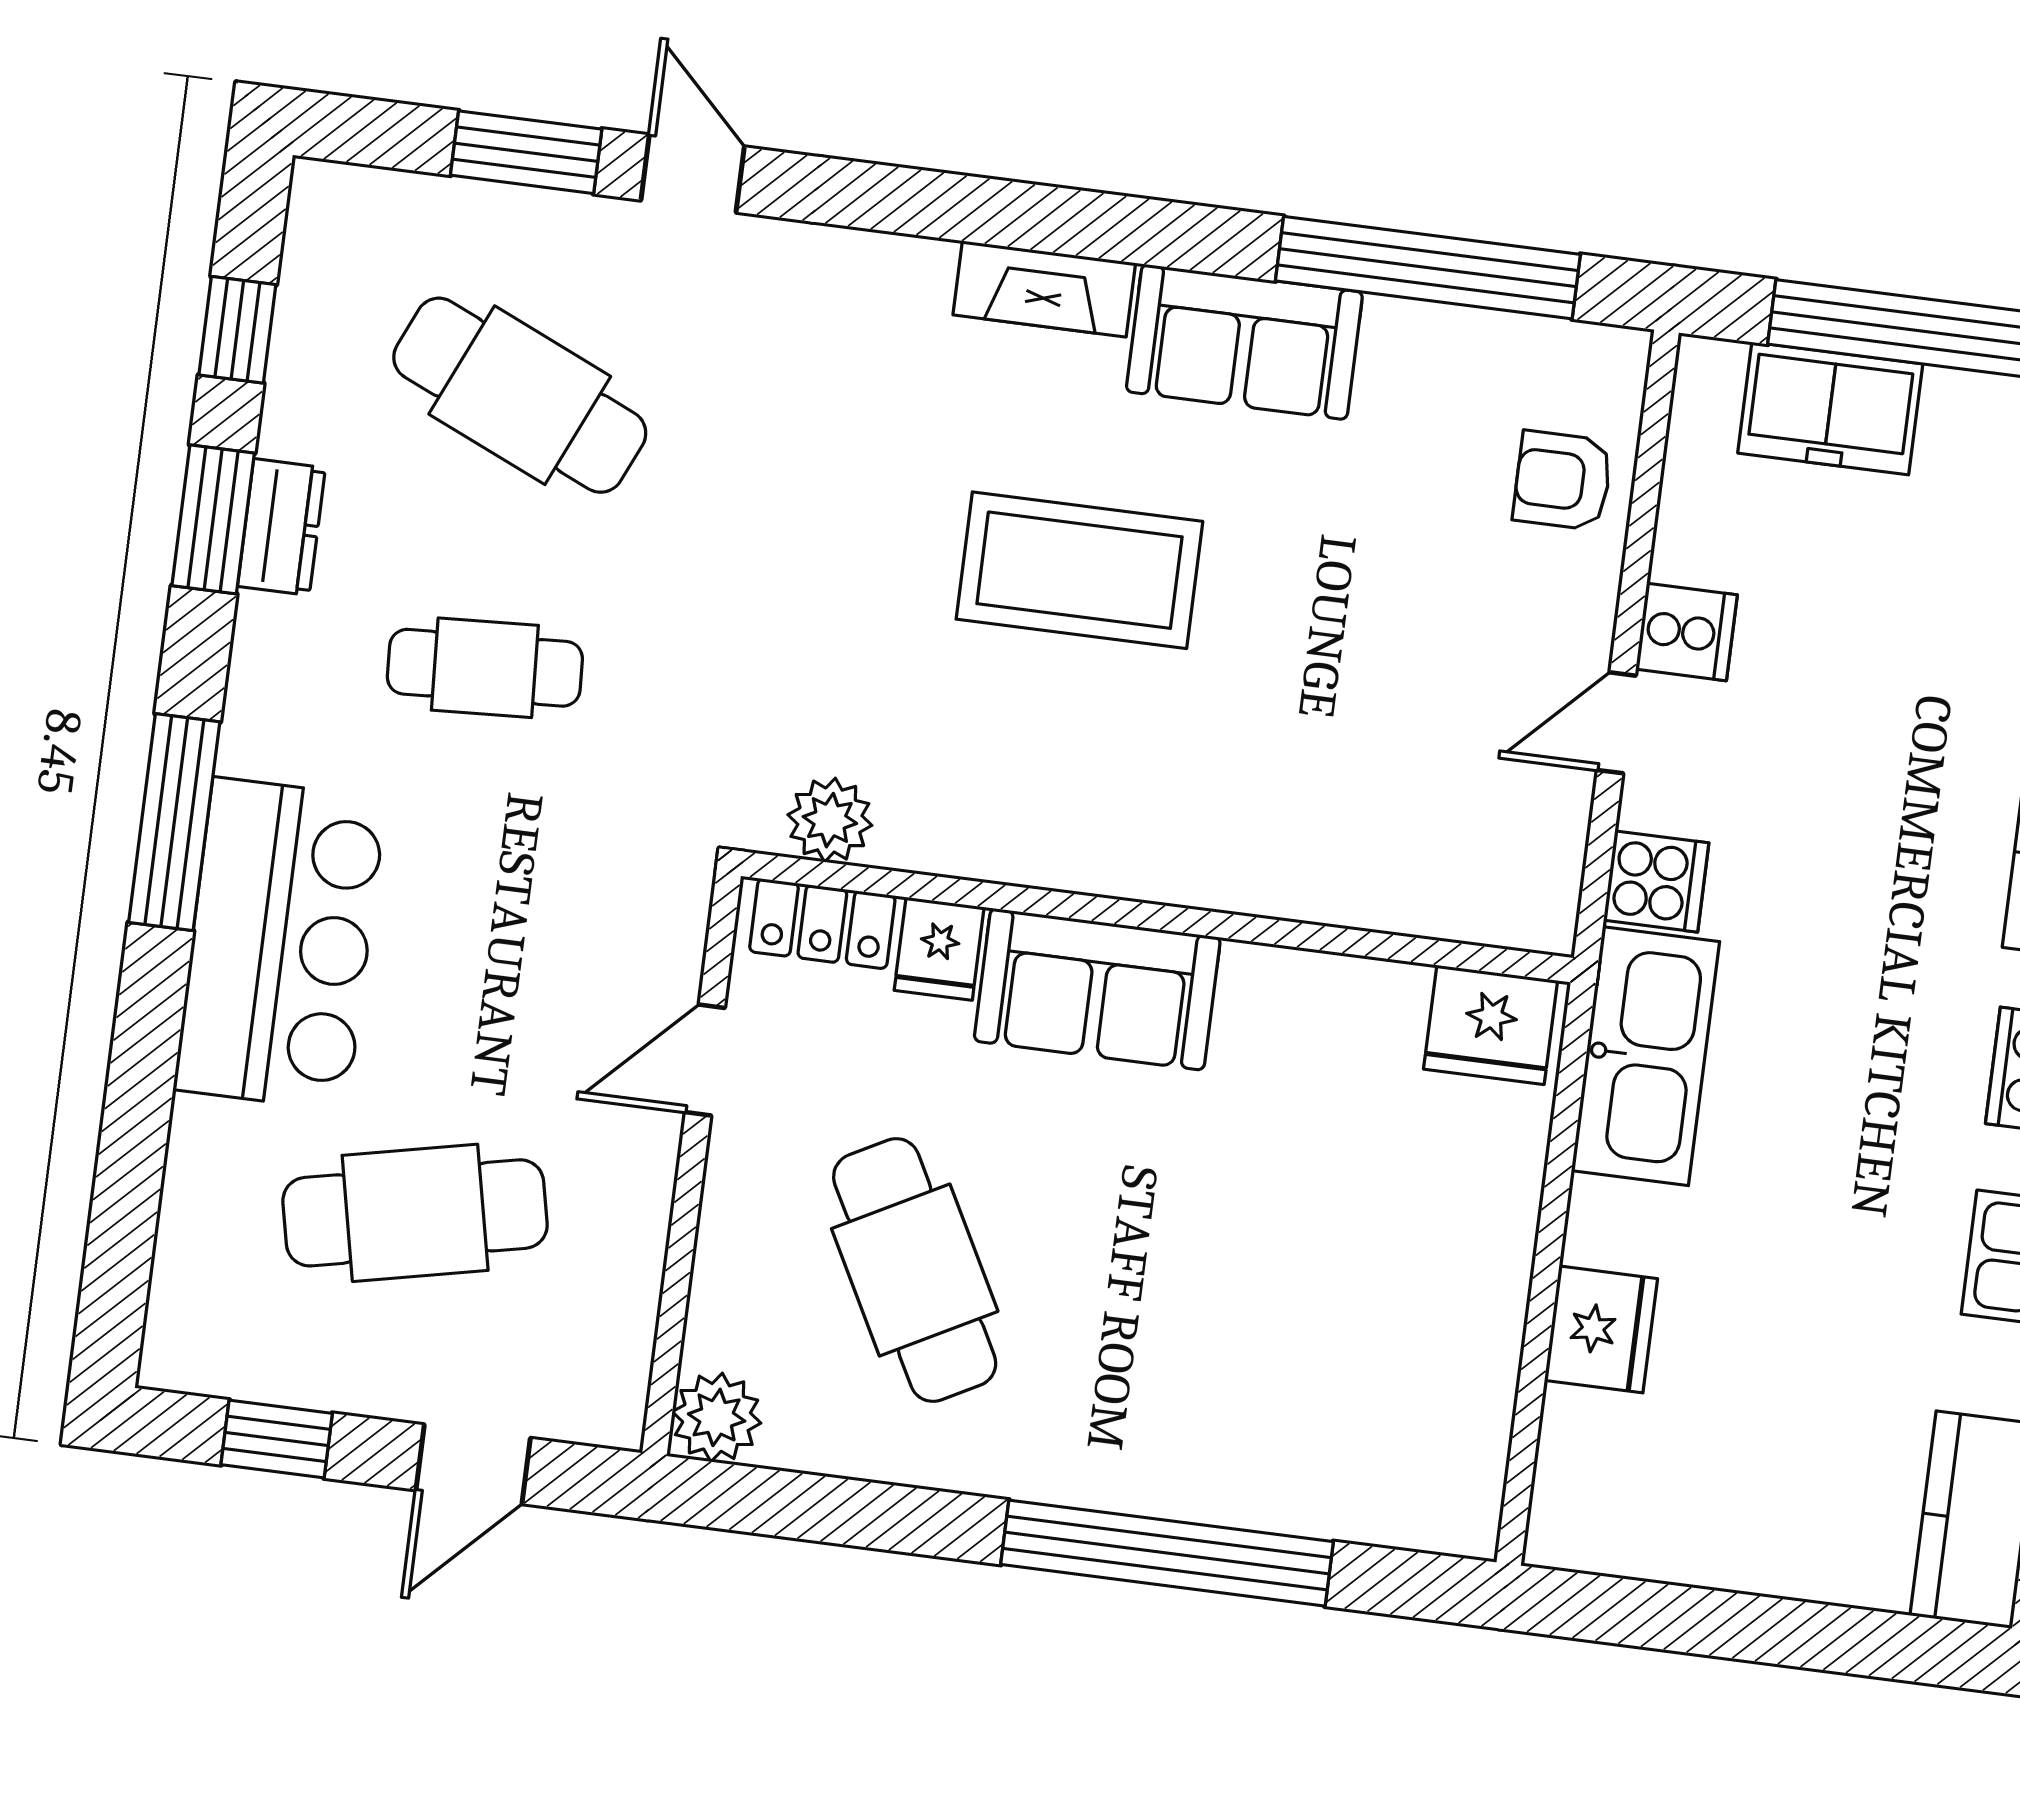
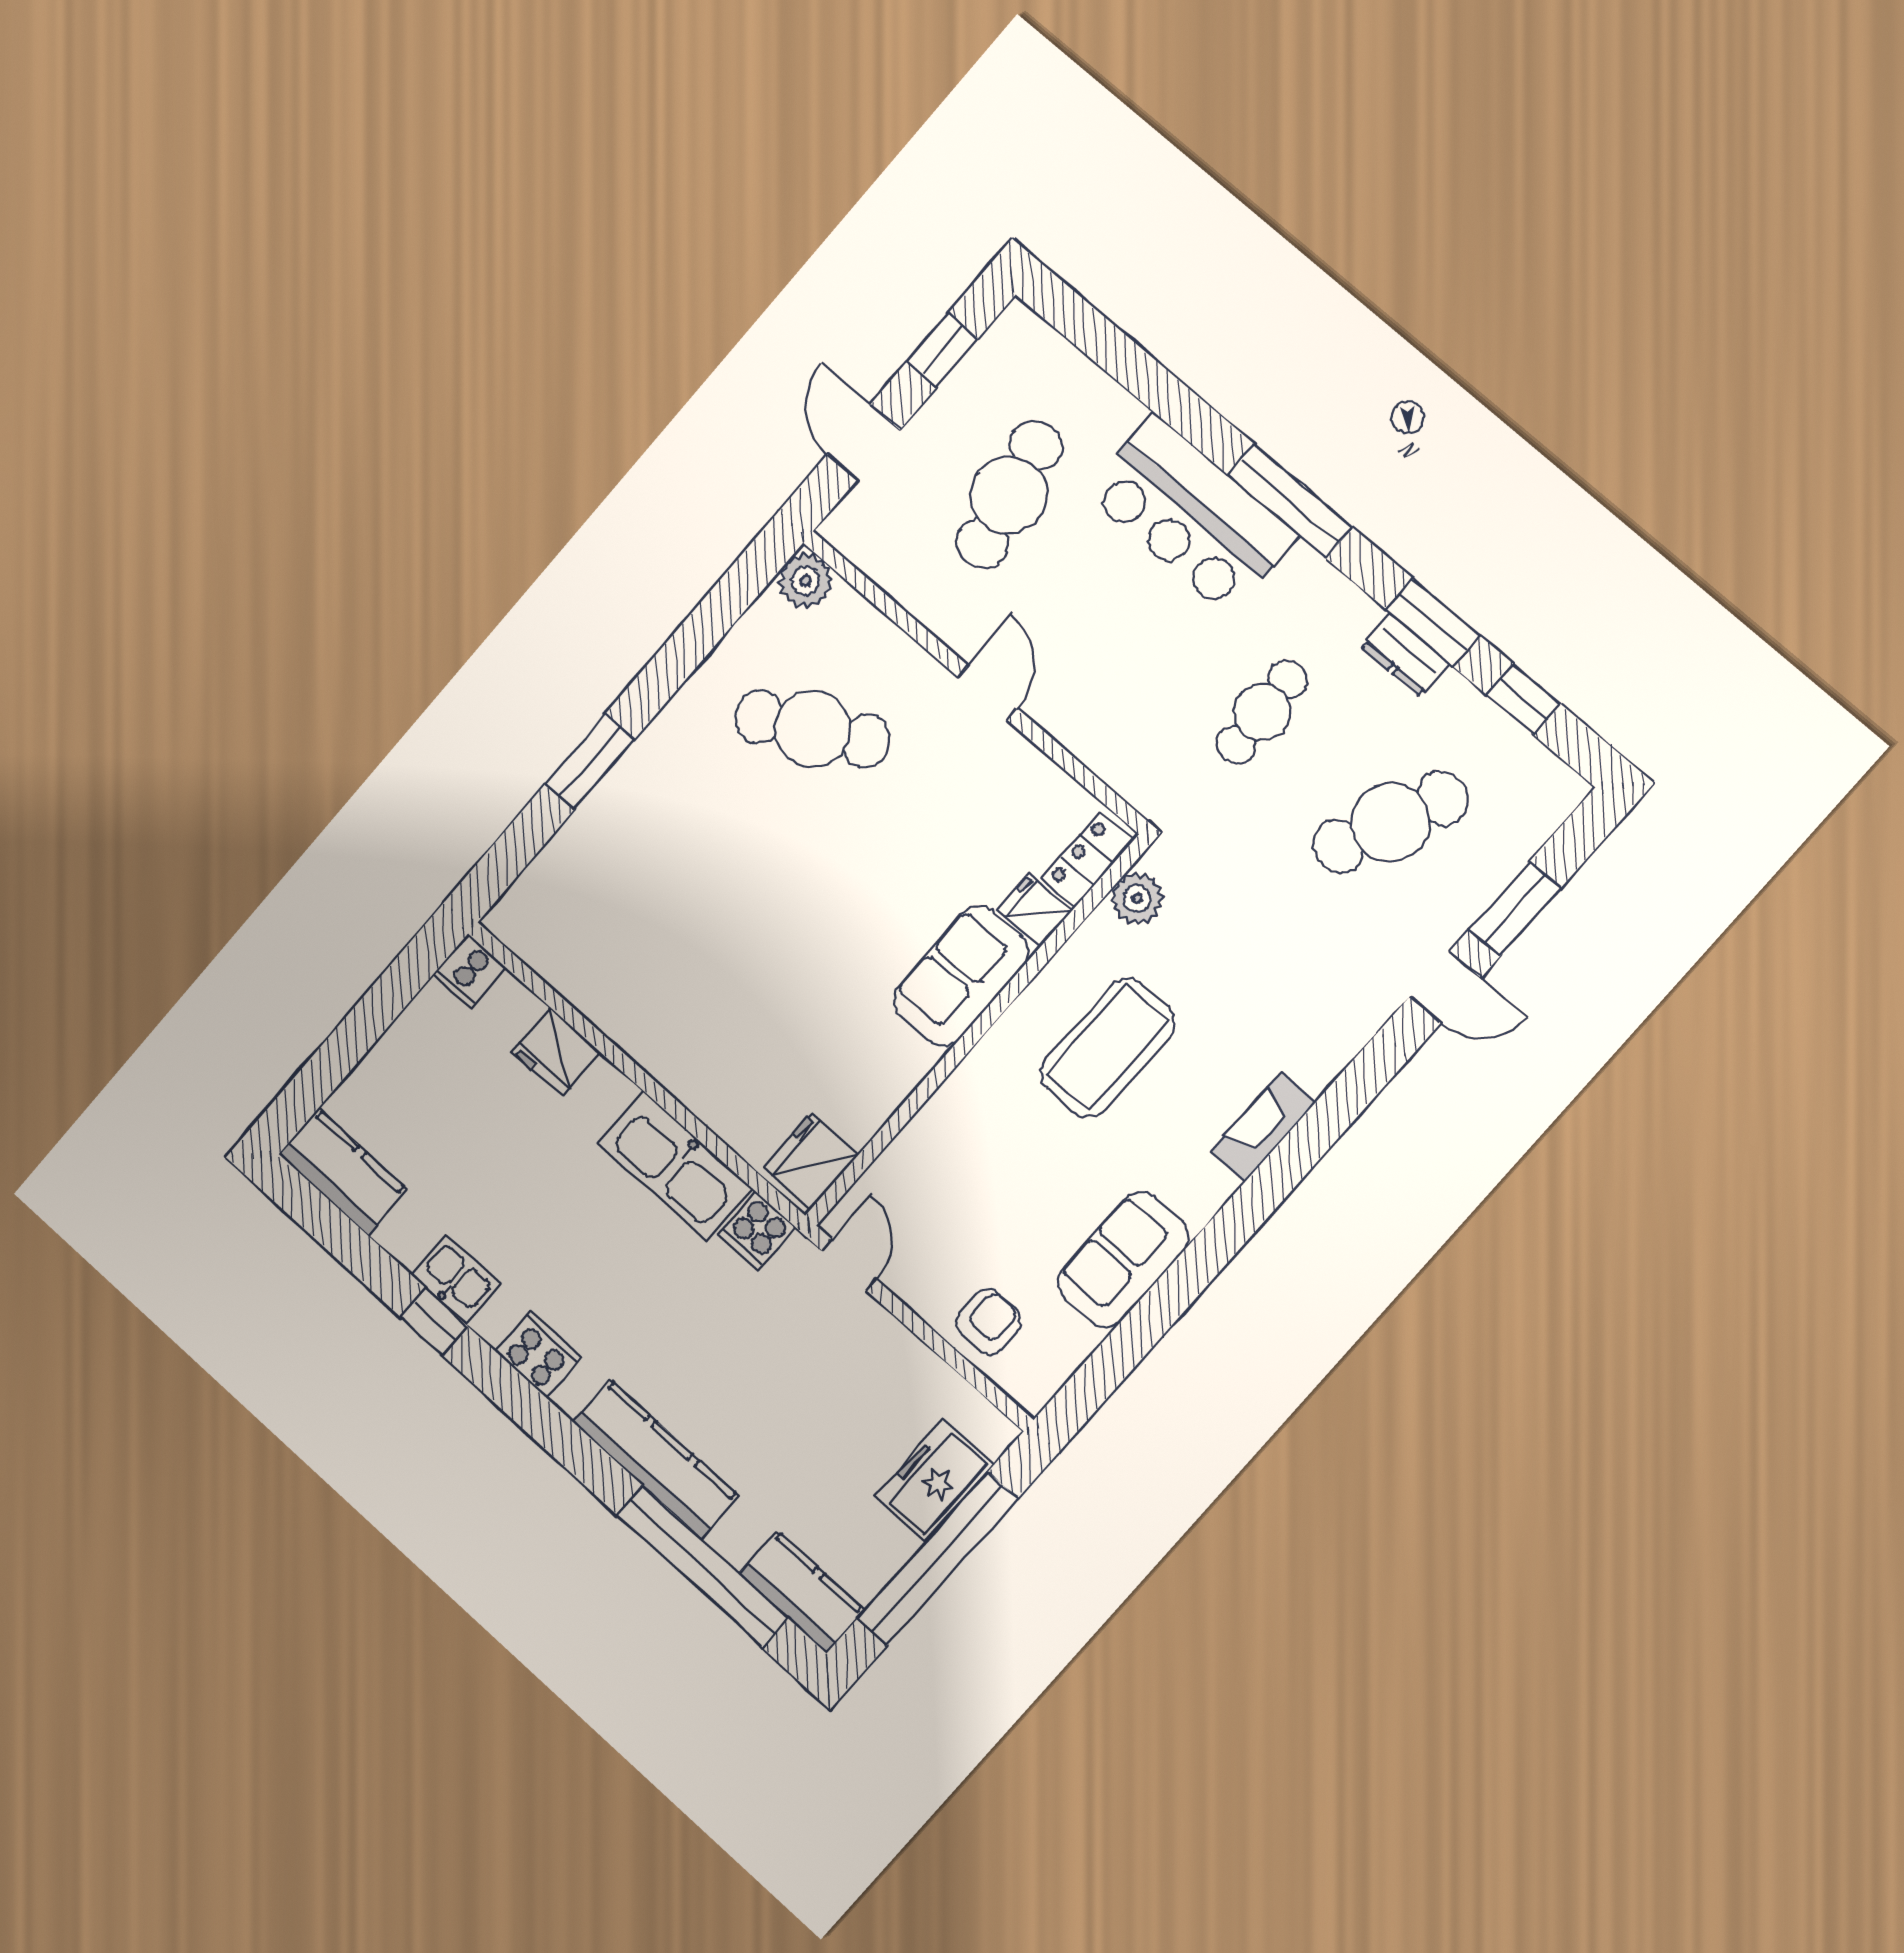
window: (1428, 268) -> (1142, 1328), removed
sofa: (1244, 342) -> (1123, 1260), moved
cooker: (1686, 632) -> (469, 971), moved
plant: (830, 820) -> (1137, 898), moved
wall: (1157, 917) -> (977, 1031), moved
locker: (822, 924) -> (1087, 859), moved
fridge: (939, 949) -> (1035, 910), moved
sofa: (1097, 989) -> (961, 976), moved
fridge: (1490, 1025) -> (811, 1161), moved
window: (1167, 1553) -> (590, 762), width x0.47

